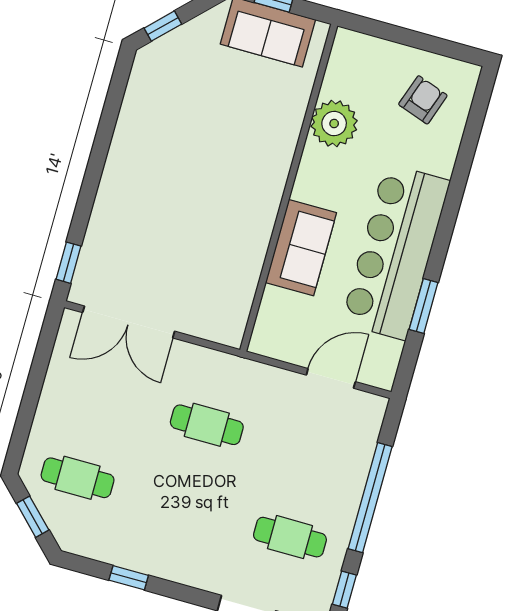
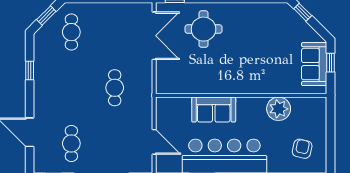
armchair: (423, 100) -> (302, 149), turned -96
round table: (142, 224) -> (204, 29), added
double door: (129, 322) -> (154, 36), swing flipped

